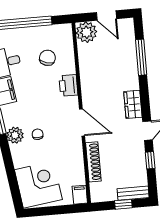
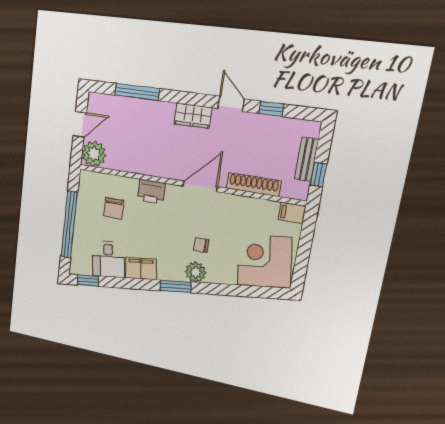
chair: (47, 58) -> (114, 208), turned -106
bench: (133, 193) -> (306, 159), moved
window: (123, 204) -> (318, 175), moved

